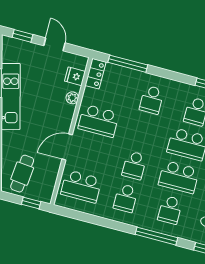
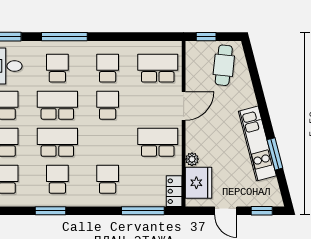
fridge: (75, 76) -> (198, 183), width x1.88, depth x1.34

